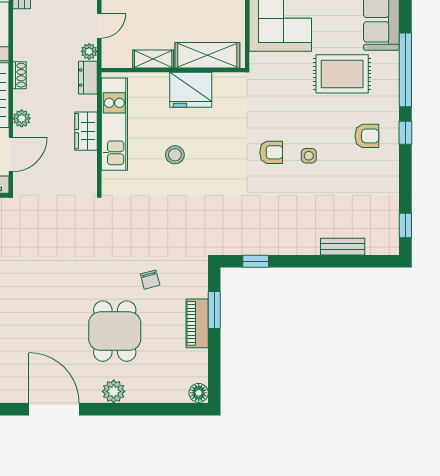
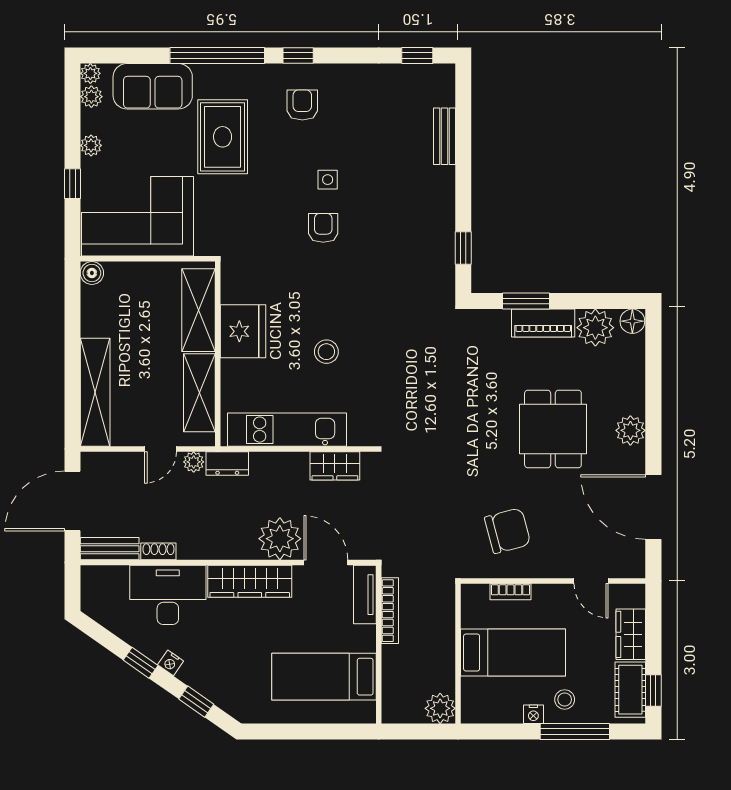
door: (99, 26) -> (161, 449), swing flipped
shelving: (153, 59) -> (199, 393), width x1.50, depth x1.33
shoe rack: (20, 75) -> (158, 551), moved
plant: (22, 118) -> (280, 539), width x1.88, depth x1.88
wardrobe: (86, 131) -> (335, 466), moved
chair: (150, 280) -> (507, 531), moved, width x1.87, depth x1.87
dining table: (115, 331) -> (553, 429), turned 90
plant: (194, 364) -> (595, 328), added
door: (54, 409) -> (653, 507), hinge flipped

